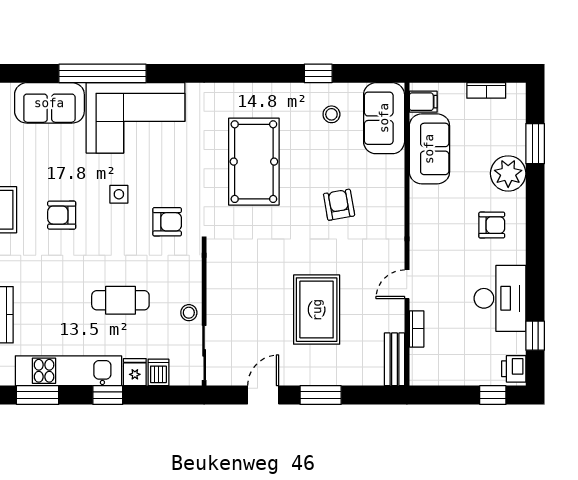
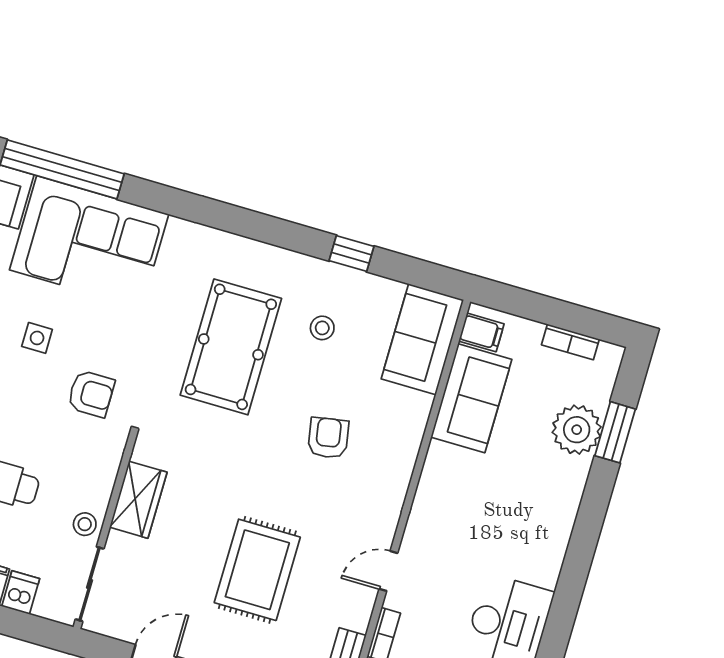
stool: (331, 114) -> (322, 328), moved
plant: (508, 173) -> (577, 430), moved
armchair: (492, 225) -> (525, 525), removed
wardrobe: (221, 285) -> (138, 500), added

